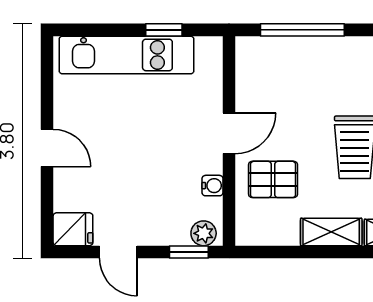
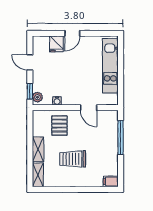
window: (164, 30) -> (121, 81), removed
door: (229, 133) -> (89, 108), moved
fridge: (73, 229) -> (56, 44), moved
door: (118, 252) -> (30, 62), hinge flipped

